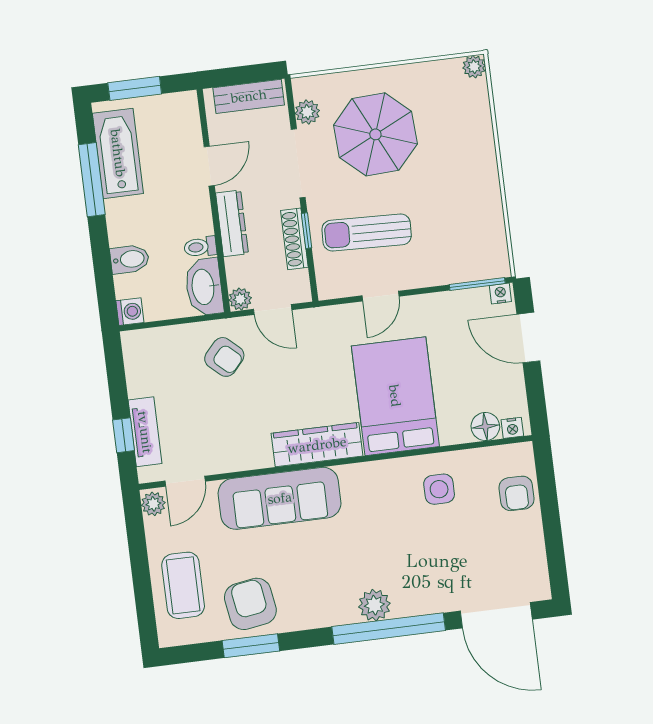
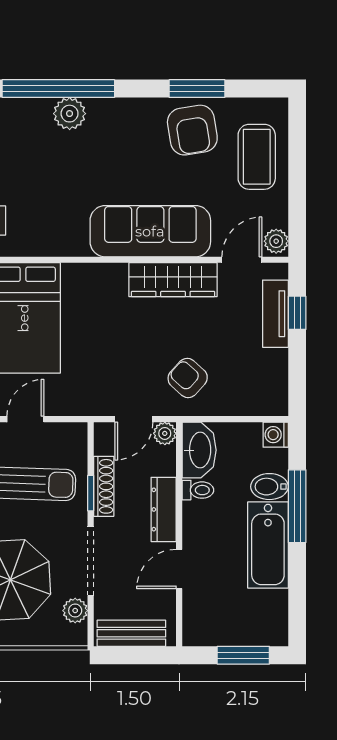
bathtub: (118, 153) -> (268, 545), moved
window: (92, 180) -> (297, 506), moved
door: (273, 309) -> (134, 419), swing flipped
wardrobe: (317, 445) -> (173, 280), moved

